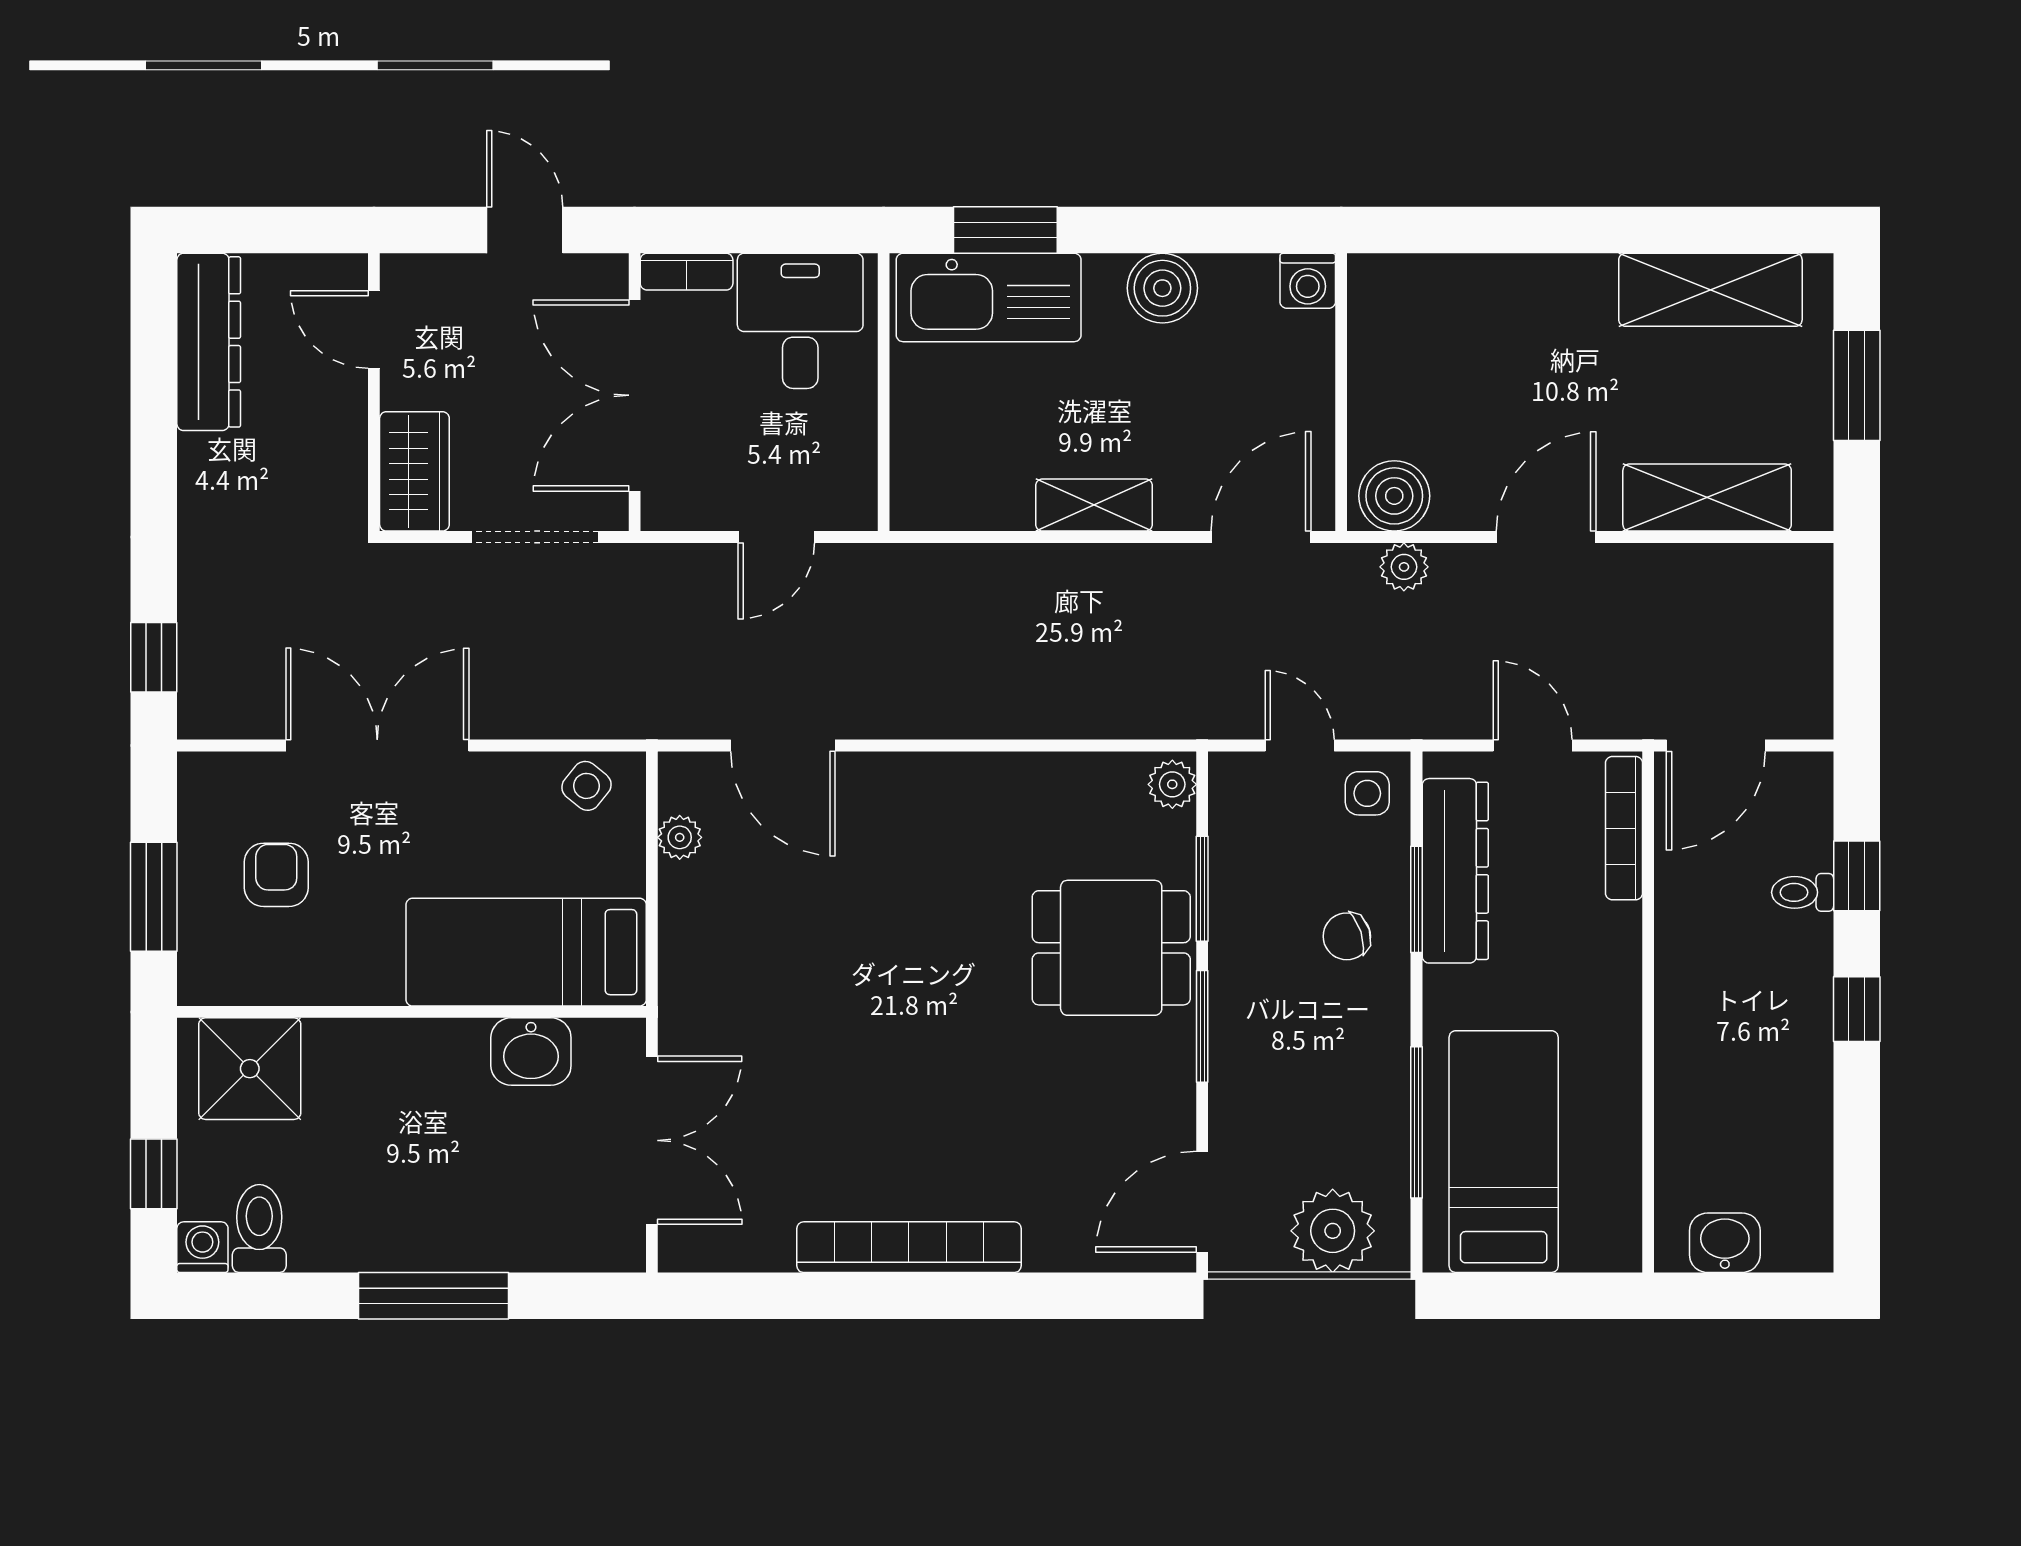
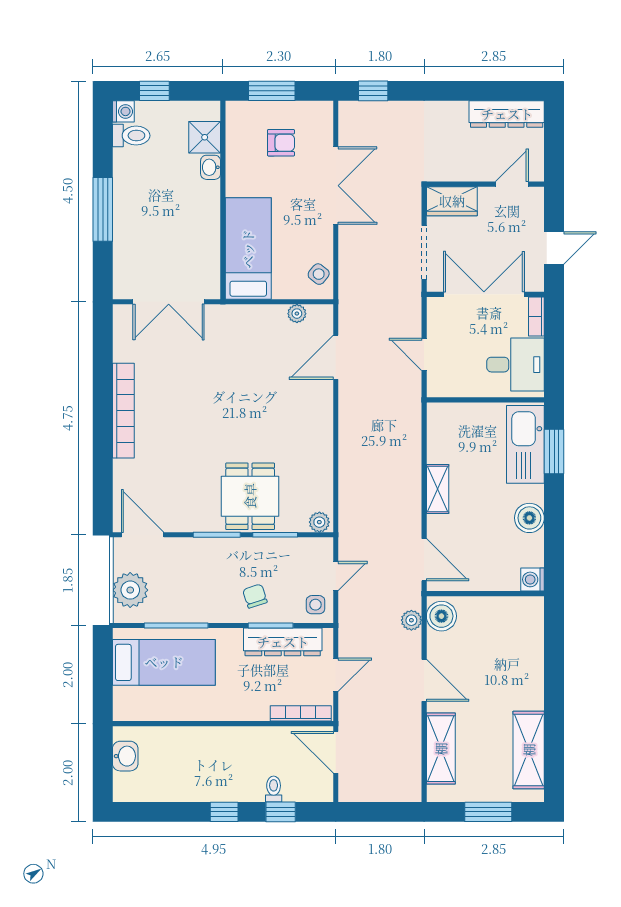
washbasin: (531, 1052) -> (211, 167), moved, width x0.72, depth x0.69
shower: (250, 1069) -> (205, 137), width x0.73, depth x0.73

